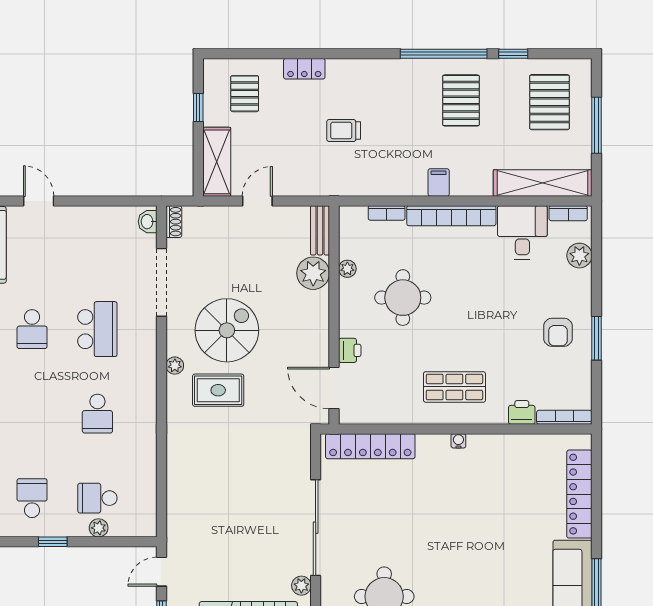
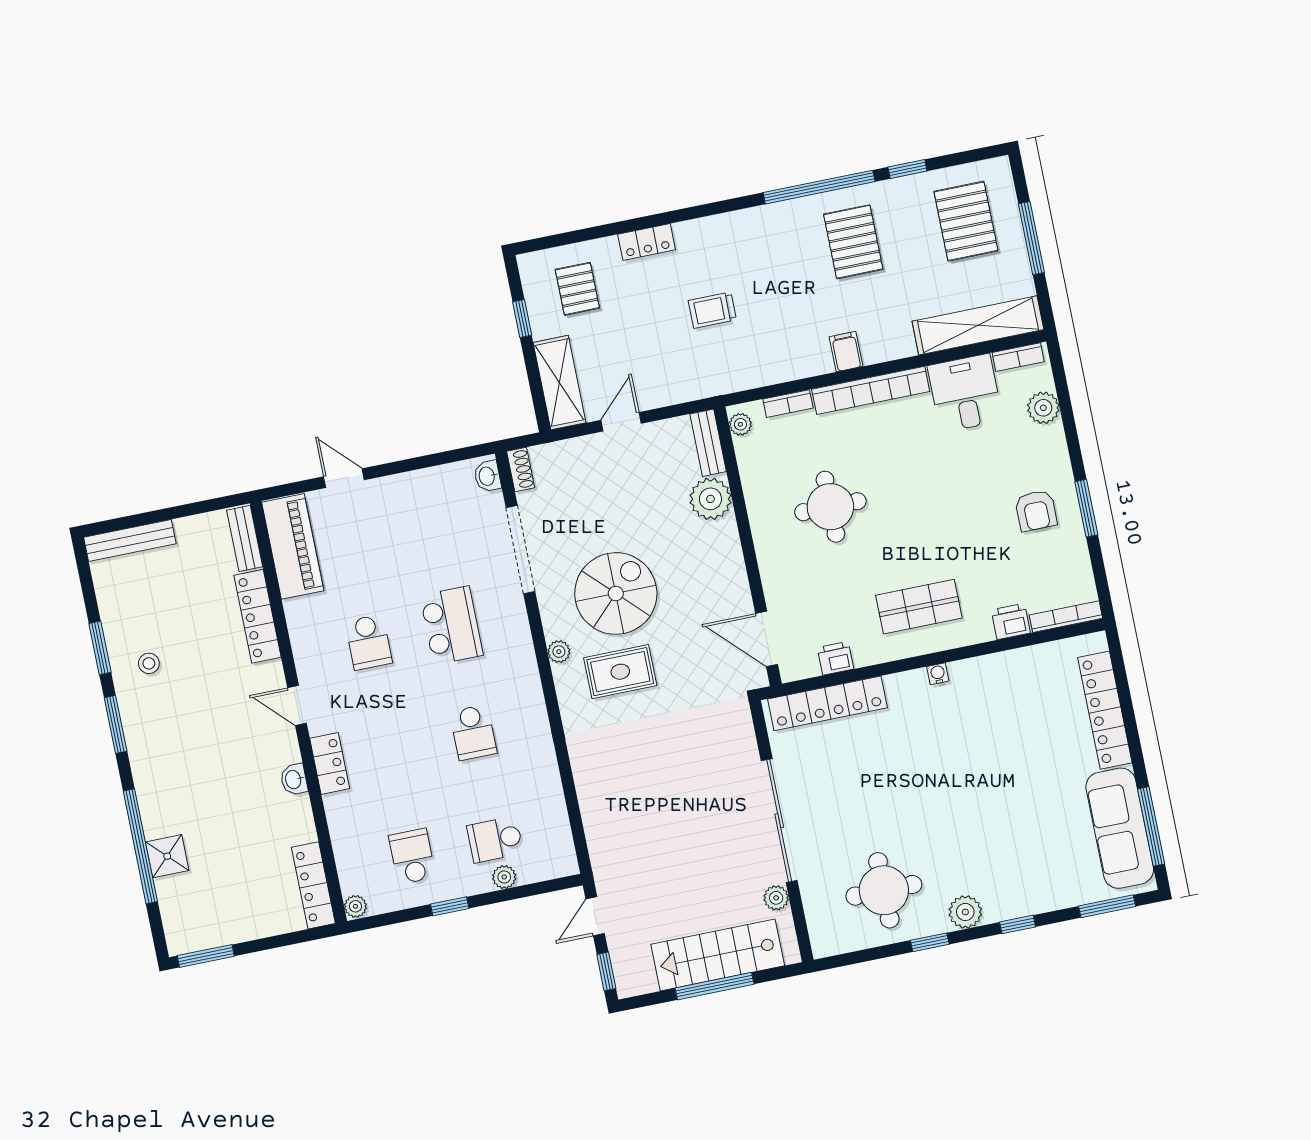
plant: (347, 269) -> (740, 424), moved
printer: (350, 350) -> (836, 658), moved, turned -90

